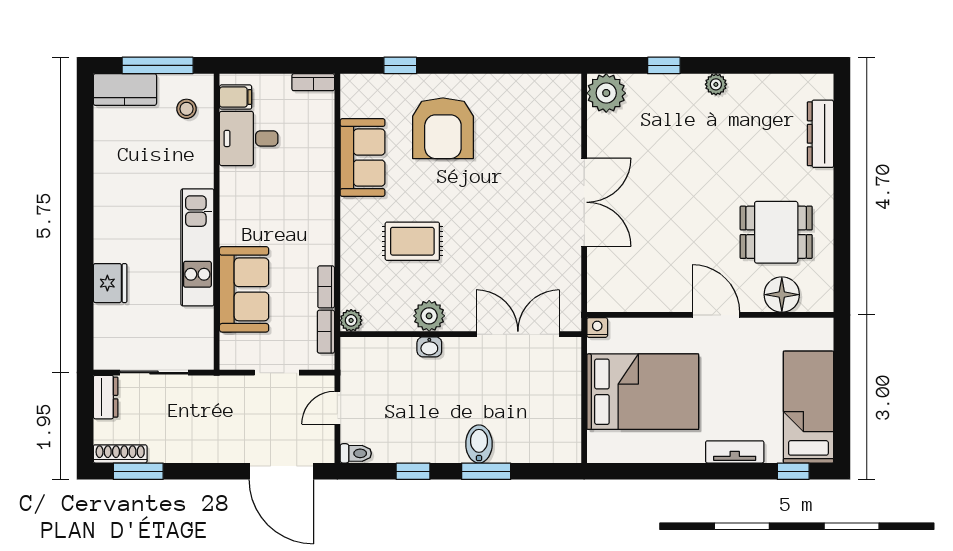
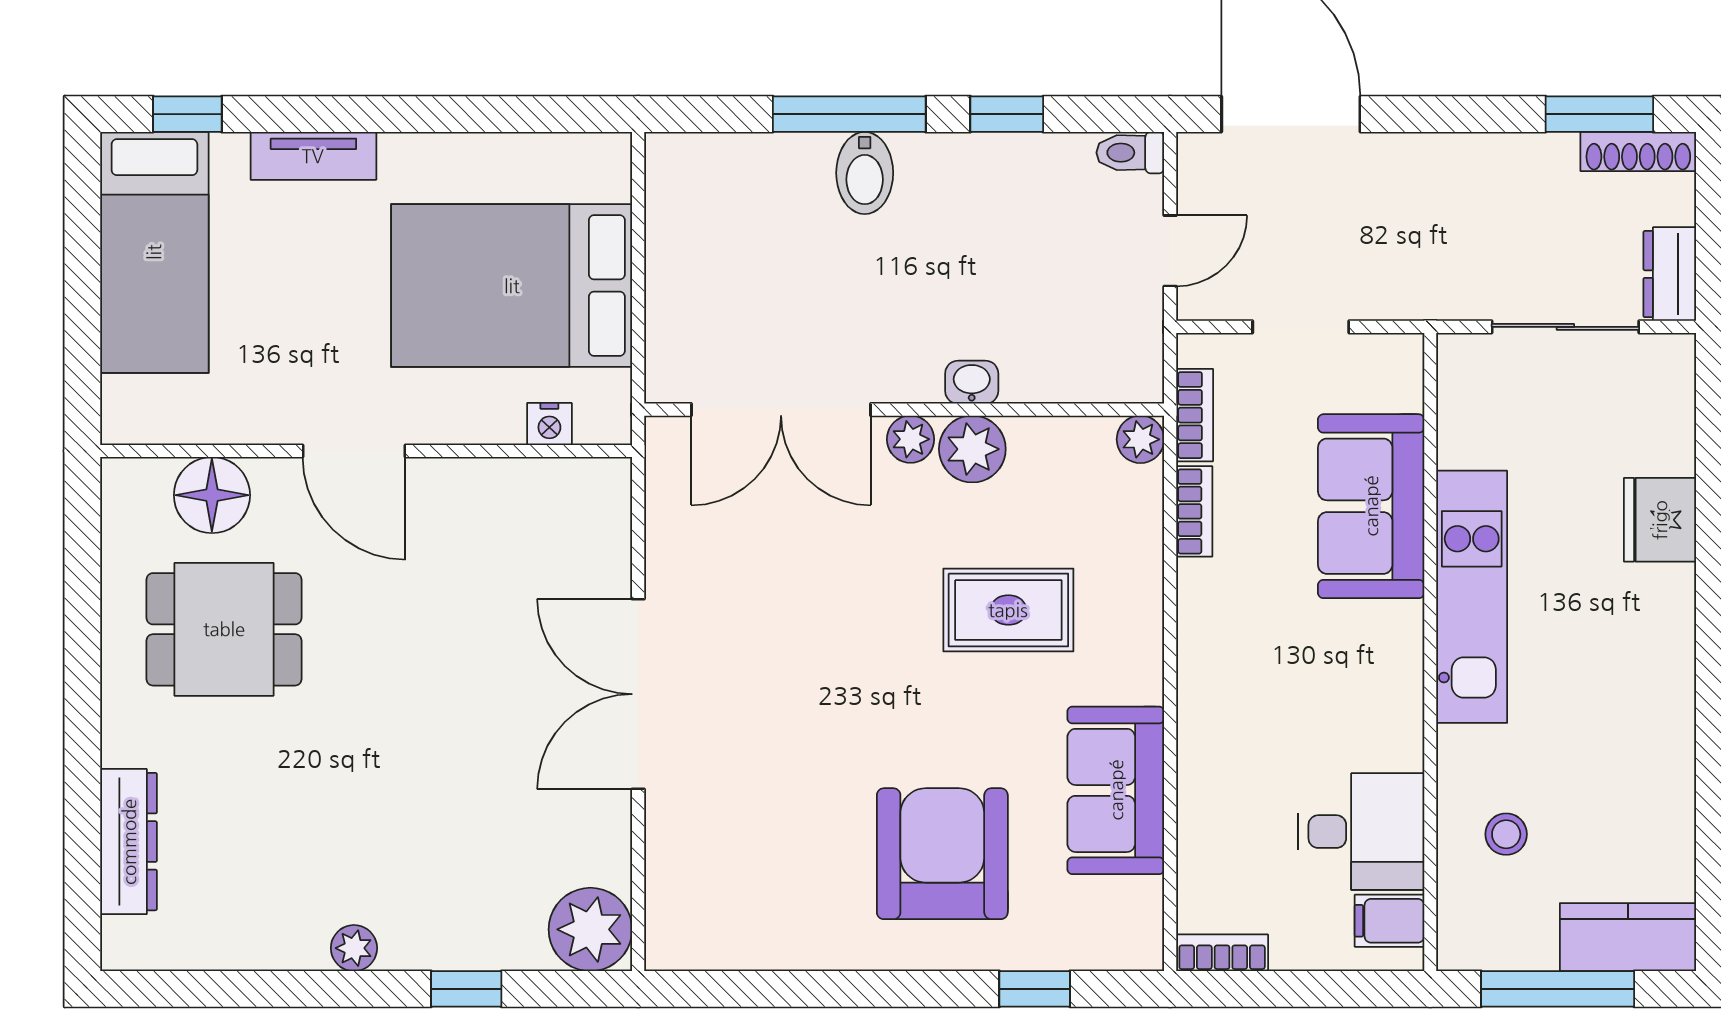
stool: (187, 109) -> (1506, 834), moved
plant: (458, 320) -> (911, 439), added
nightstand: (597, 327) -> (549, 424), moved
window: (486, 471) -> (849, 114), width x1.44

